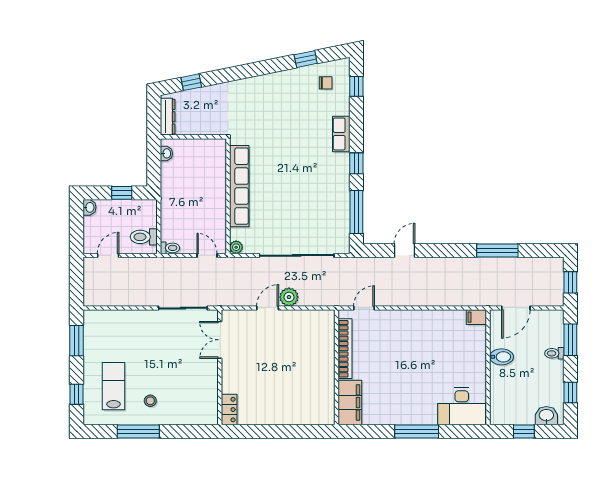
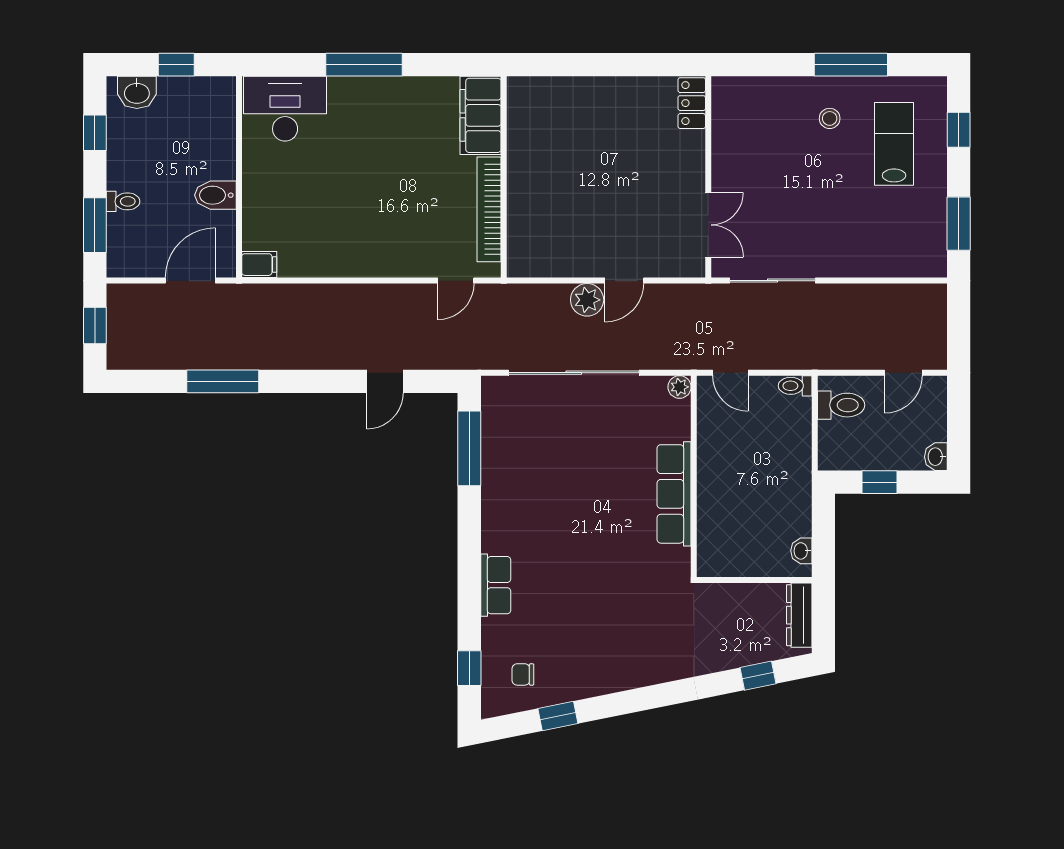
window: (356, 163) -> (469, 534), removed
row of seats: (239, 186) -> (674, 494), width x0.73
lab bench: (113, 386) -> (894, 144), turned 180

